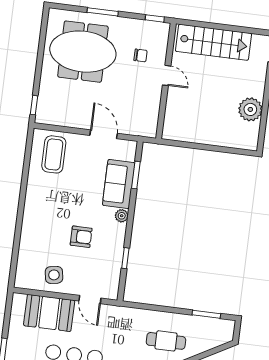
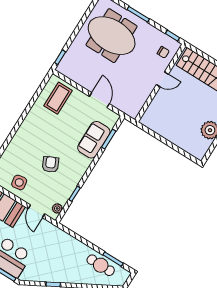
chair: (141, 55) -> (163, 52), moved
door: (167, 75) -> (162, 79), hinge flipped
plant: (122, 216) -> (57, 208), moved
armchair: (81, 237) -> (51, 164), turned -115
cafe table: (166, 341) -> (101, 265), moved

